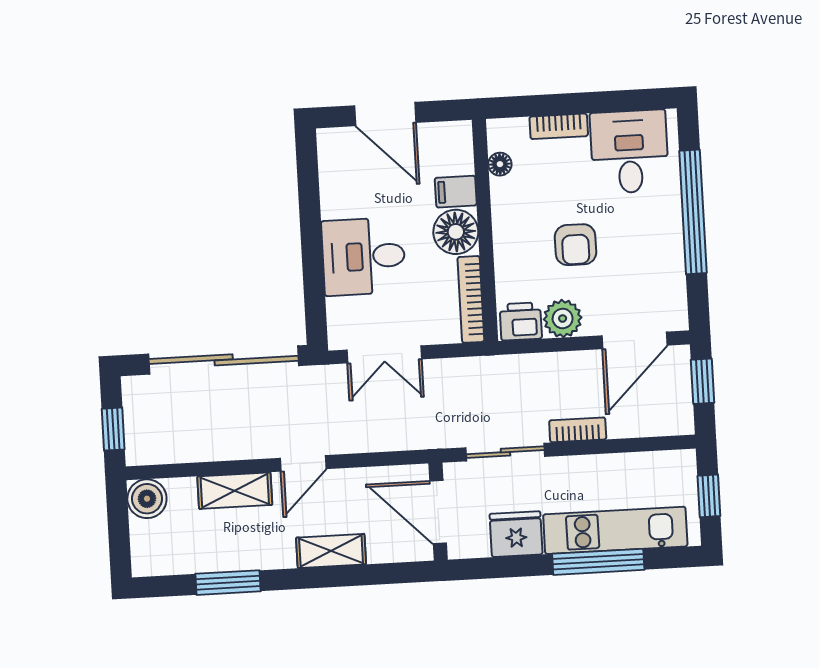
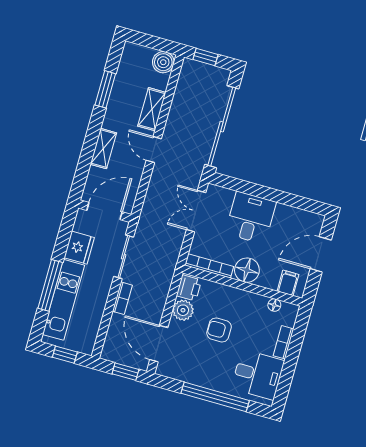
filing cabinet: (456, 192) -> (288, 283), moved

